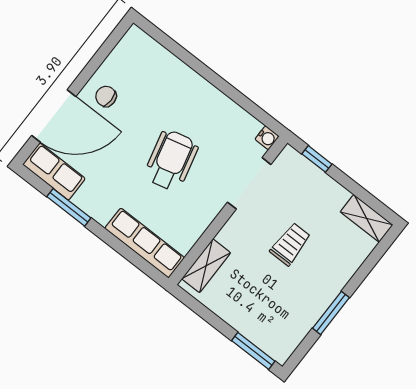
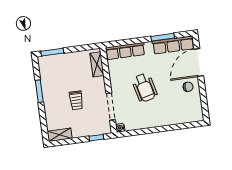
row of seats: (54, 172) -> (173, 45), width x1.48

